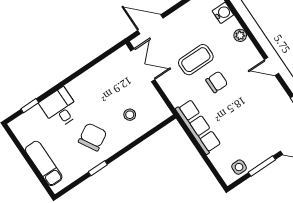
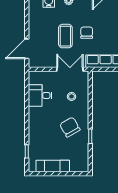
double door: (143, 65) -> (70, 69), moved
desk: (60, 108) -> (40, 95), moved
exam couch: (44, 163) -> (53, 166), moved

